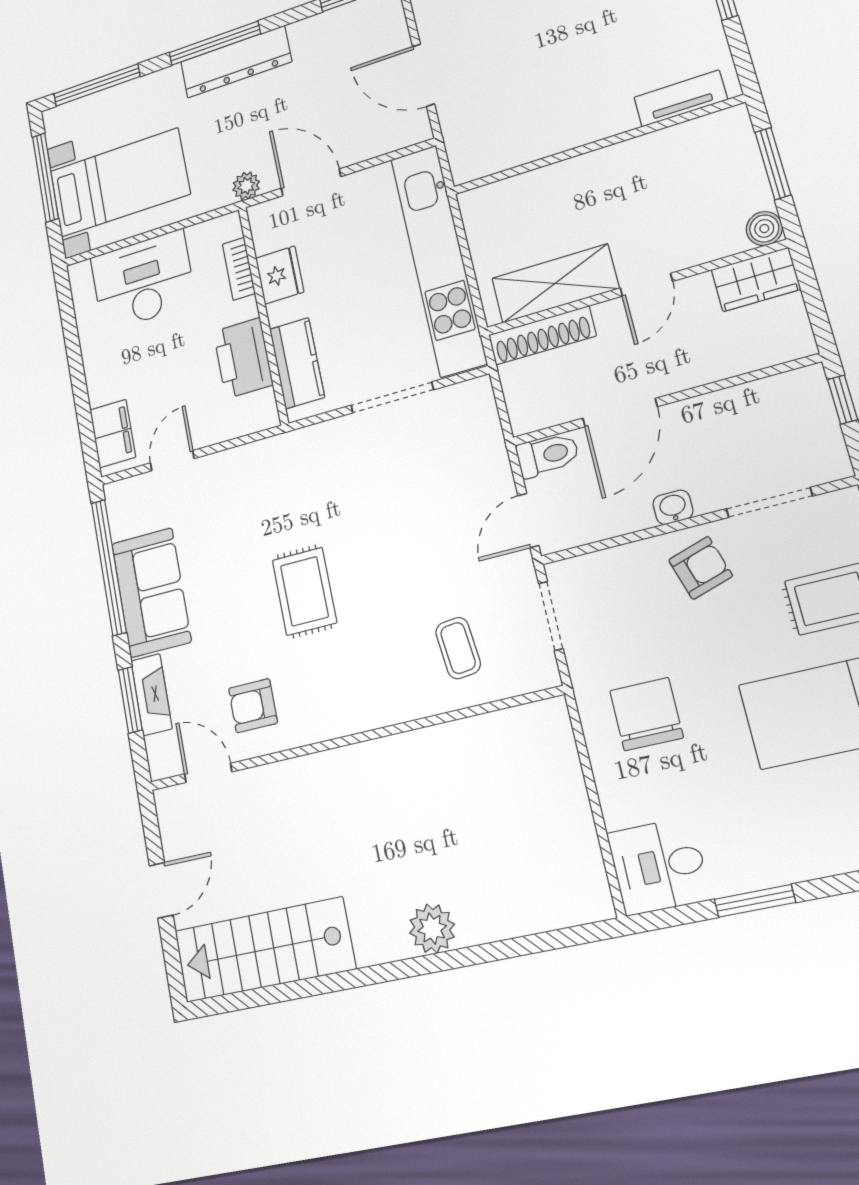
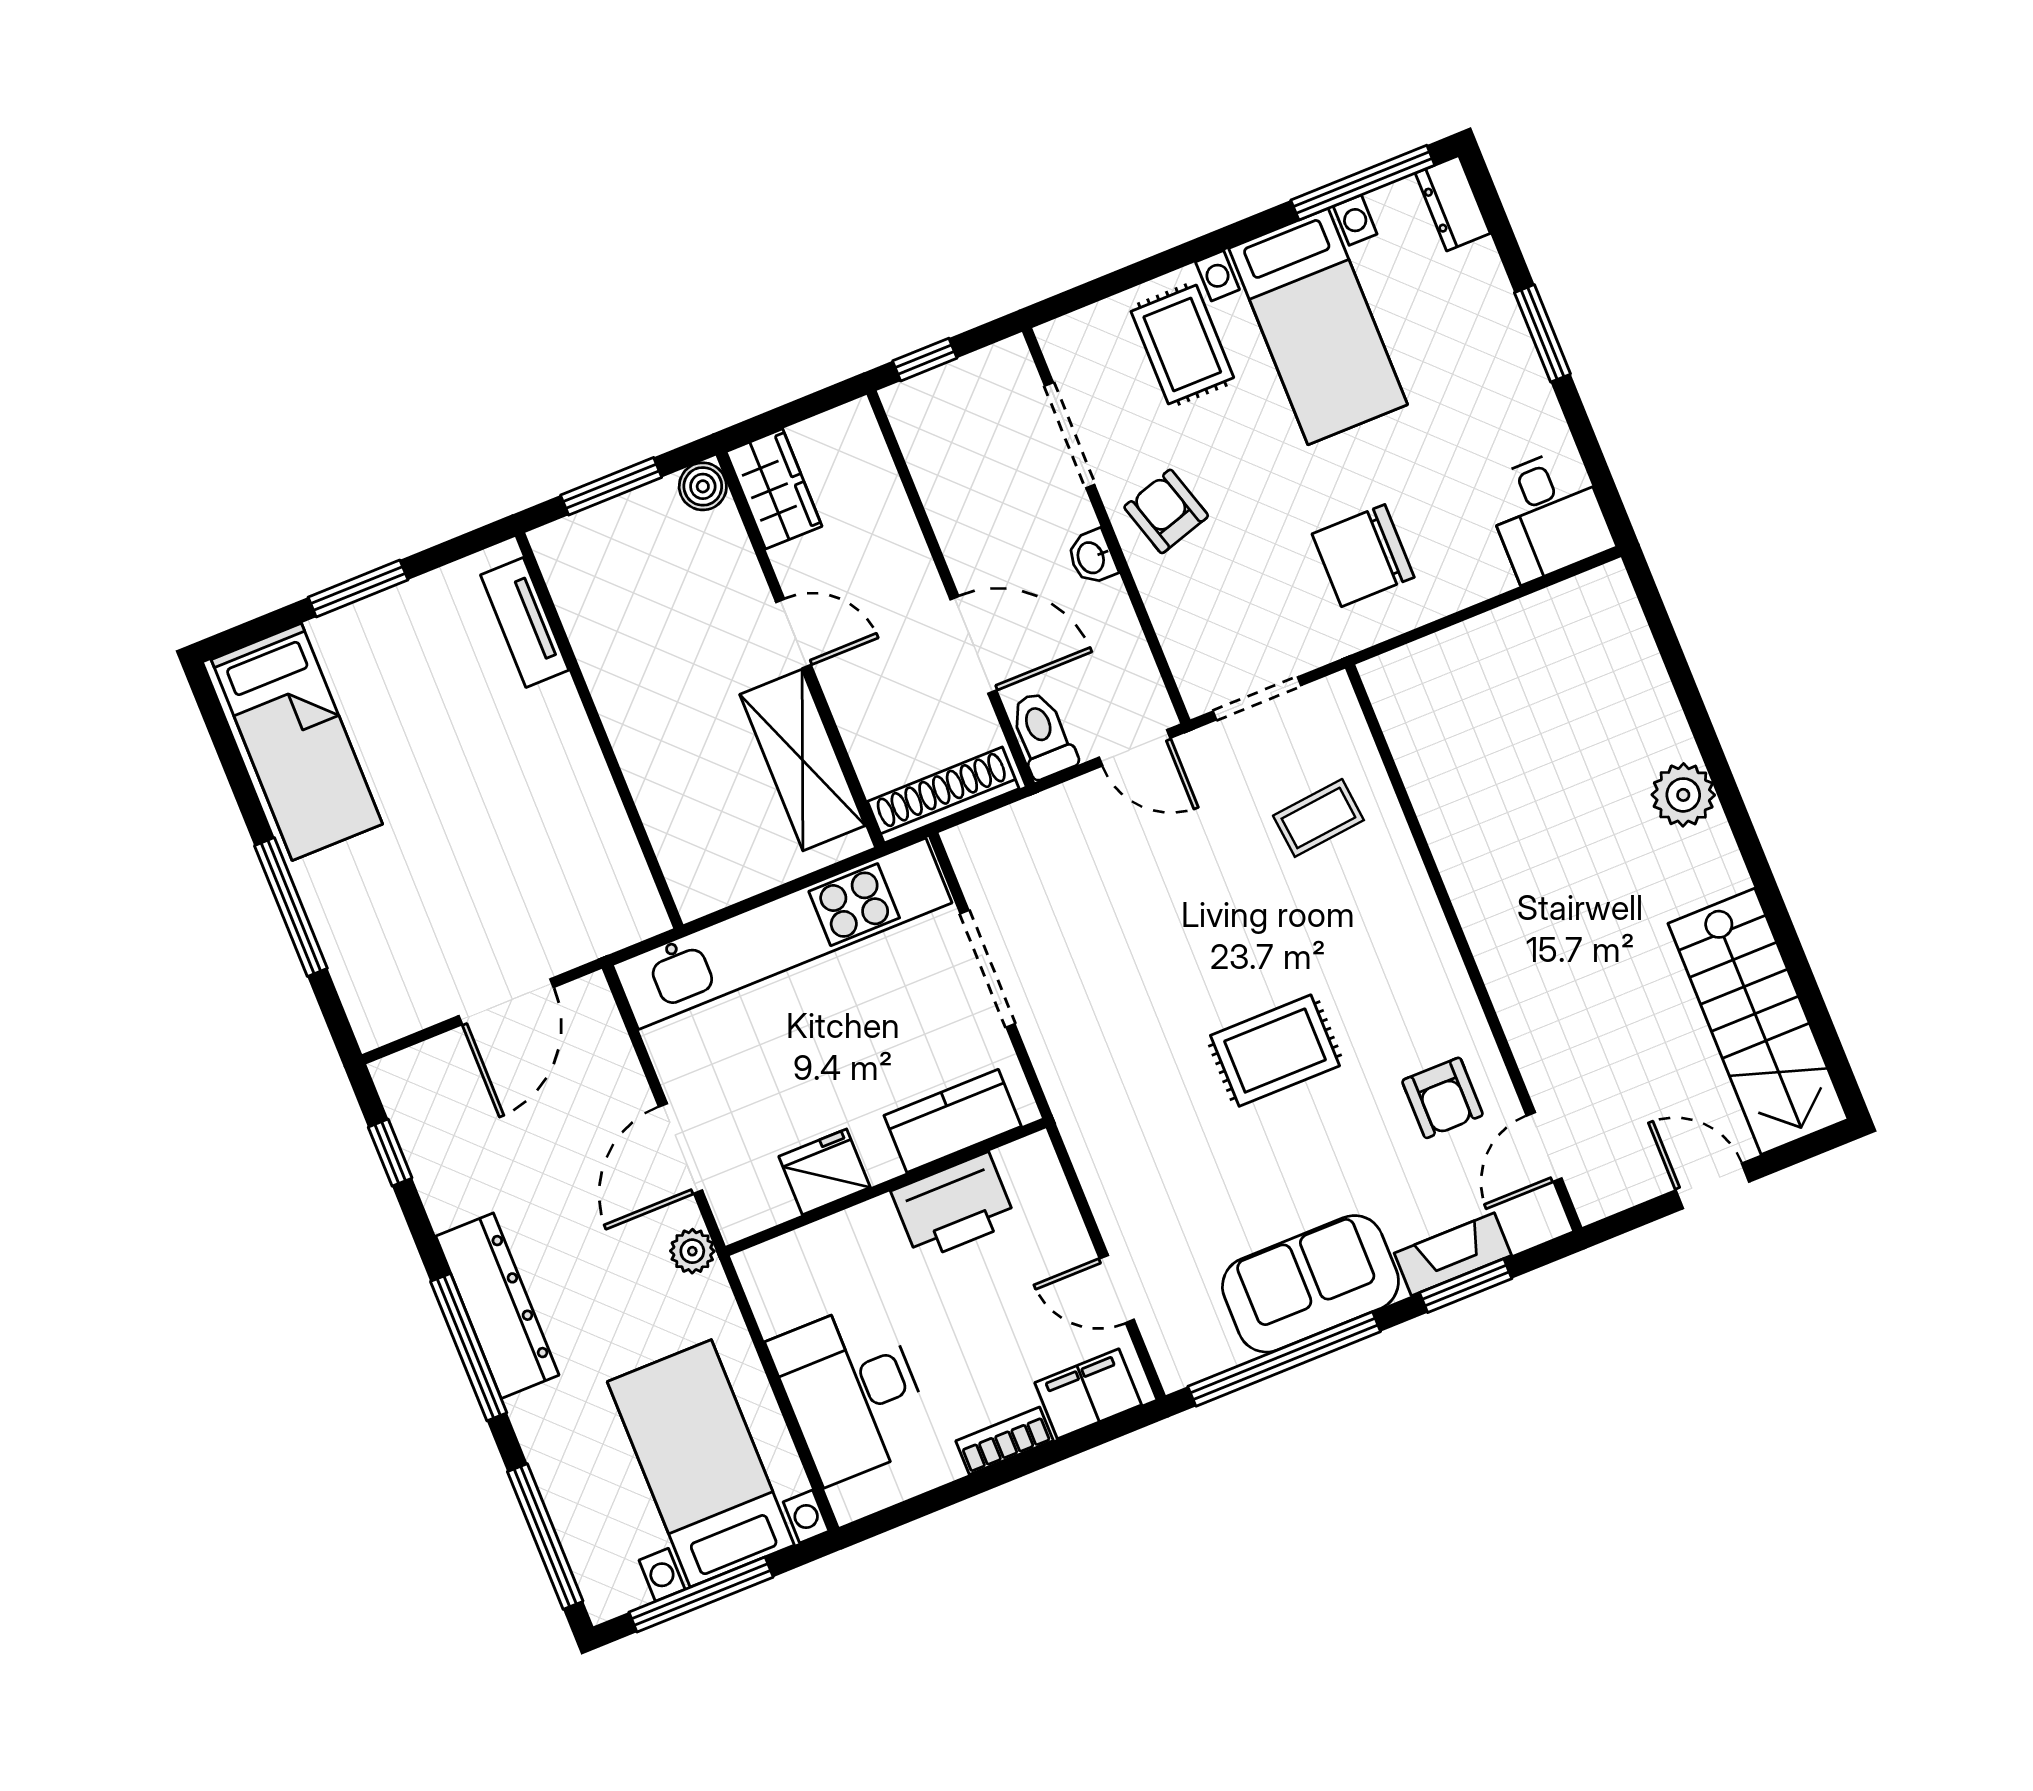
bookcase: (239, 269) -> (1005, 1441), moved, turned 180
shoe rack: (542, 335) -> (943, 795), moved, turned -90
window: (755, 901) -> (1542, 333), moved

